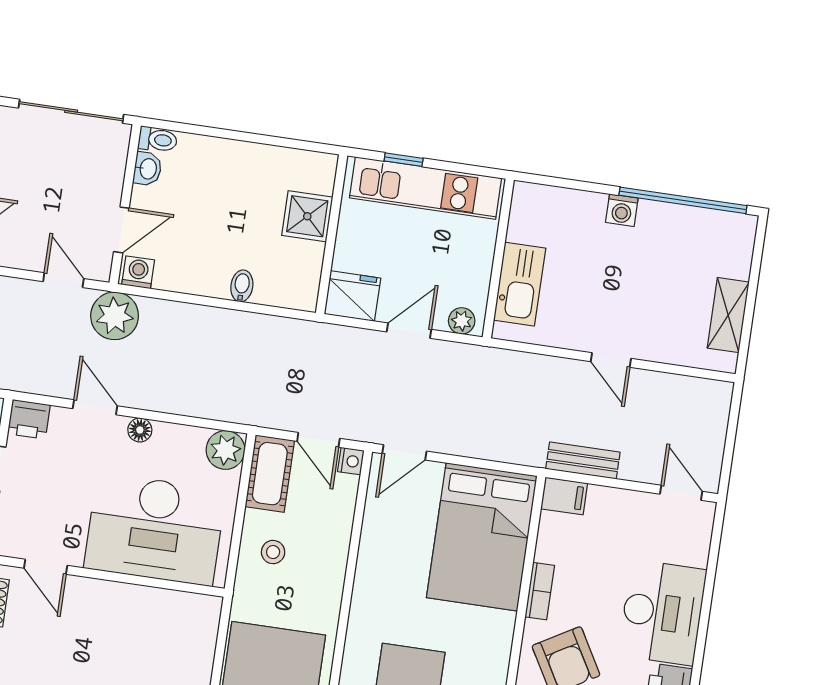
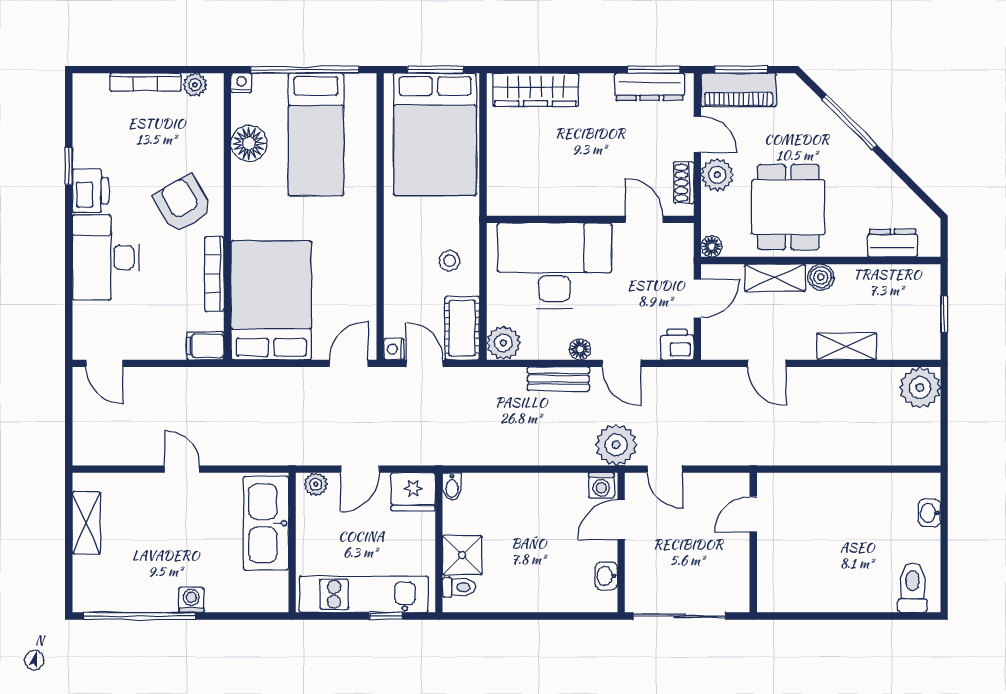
toilet: (158, 140) -> (459, 587), moved, turned 180
kitchen sink: (520, 284) -> (266, 523), width x1.36, depth x1.24
bidet: (242, 286) -> (452, 487), moved
bench: (583, 461) -> (558, 379), moved
bookcase: (540, 591) -> (214, 274), width x1.56

